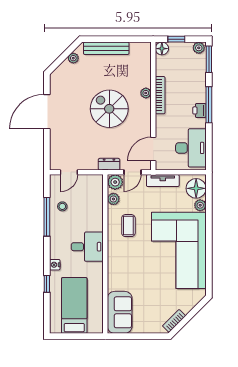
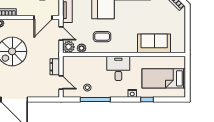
door: (153, 149) -> (43, 18), hinge flipped
dresser: (109, 164) -> (55, 67), moved
sofa: (120, 312) -> (154, 43), moved

